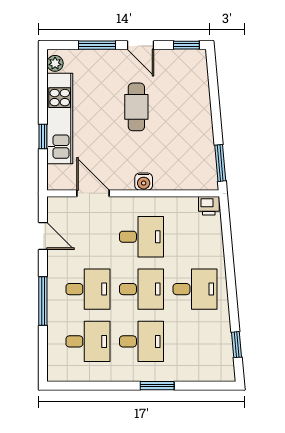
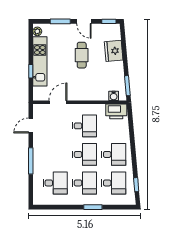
fridge: (195, 99) -> (114, 51), added
water cooler: (144, 182) -> (114, 96), moved
door: (93, 193) -> (58, 102), hinge flipped
printer: (209, 206) -> (116, 111), width x1.87, depth x1.48
door: (43, 236) -> (31, 125), swing flipped
desk: (88, 289) -> (114, 183), moved

